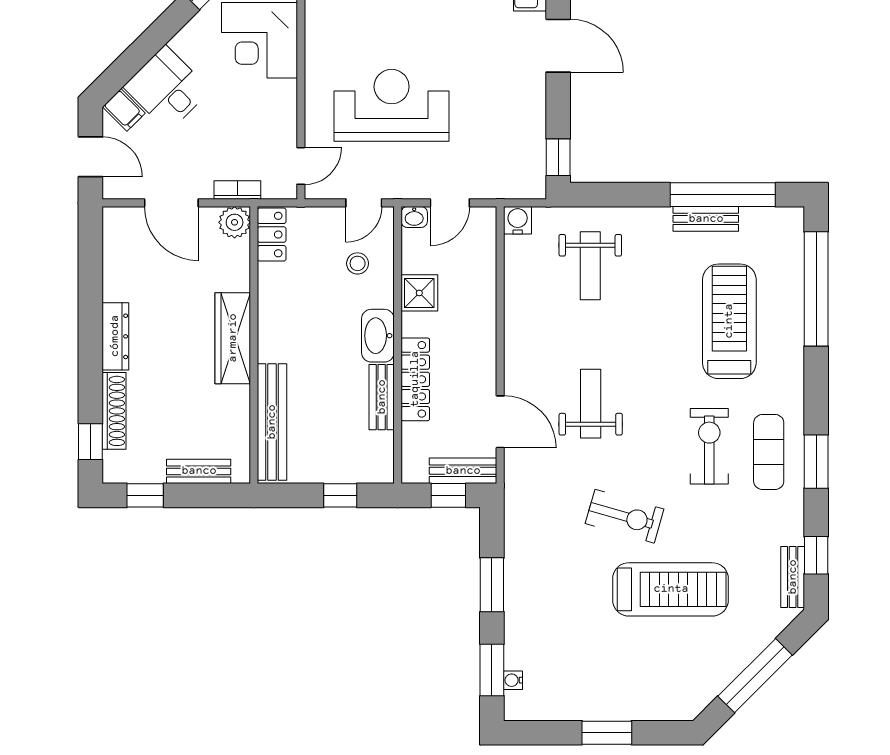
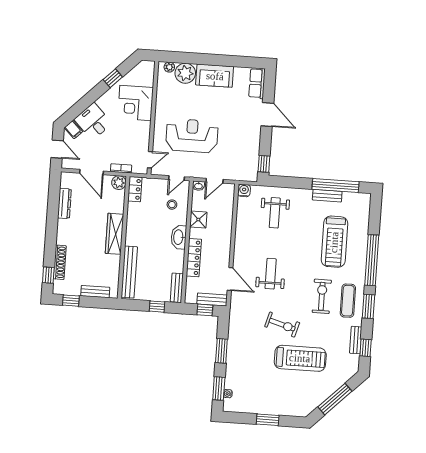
window: (816, 289) -> (372, 260), moved
treadmill: (729, 321) -> (334, 242), turned 180
dresser: (115, 336) -> (64, 203), moved
bench: (382, 397) -> (177, 288), moved
bench: (793, 577) -> (356, 340), moved

